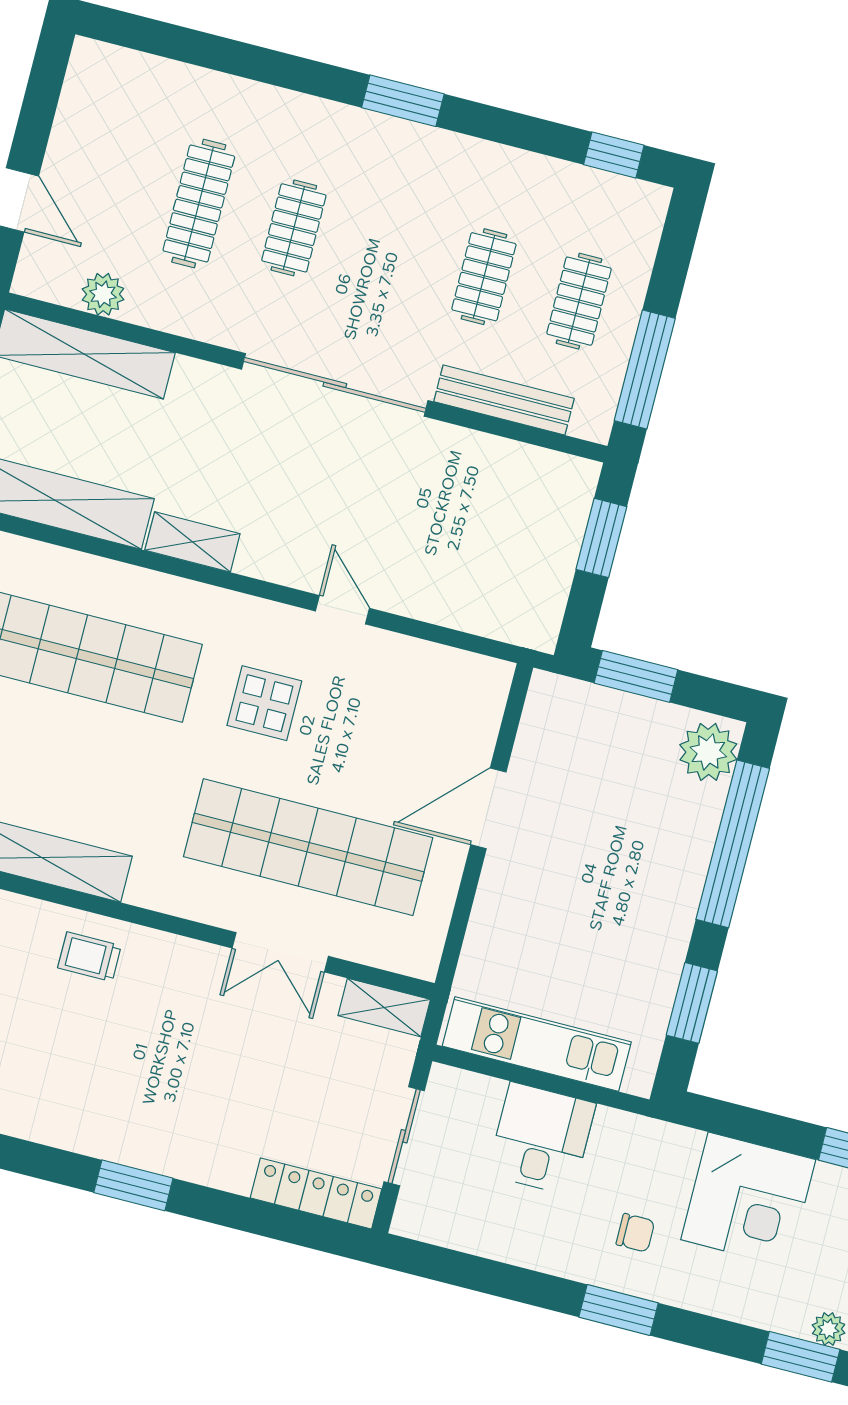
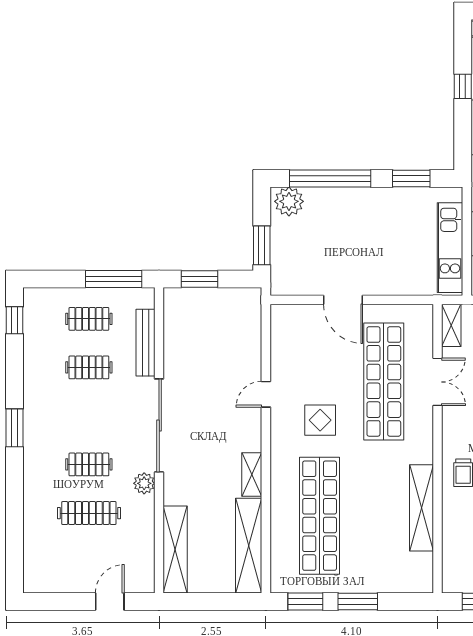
plant: (103, 294) -> (144, 483), moved

